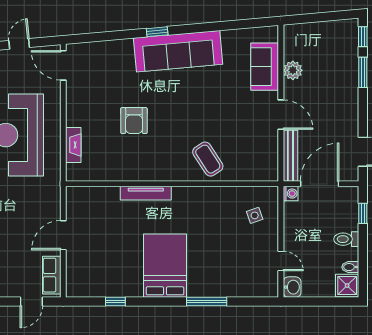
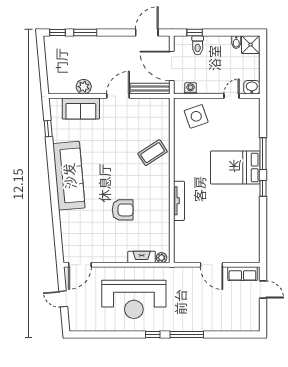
window: (157, 32) -> (48, 129), moved
plant: (72, 171) -> (161, 258), added
washing machine: (291, 194) -> (191, 88), moved
side table: (255, 215) -> (196, 116), width x1.87, depth x1.87
toilet: (346, 239) -> (198, 45), moved
bed: (165, 266) -> (235, 167), moved
window: (115, 302) -> (263, 188), moved

